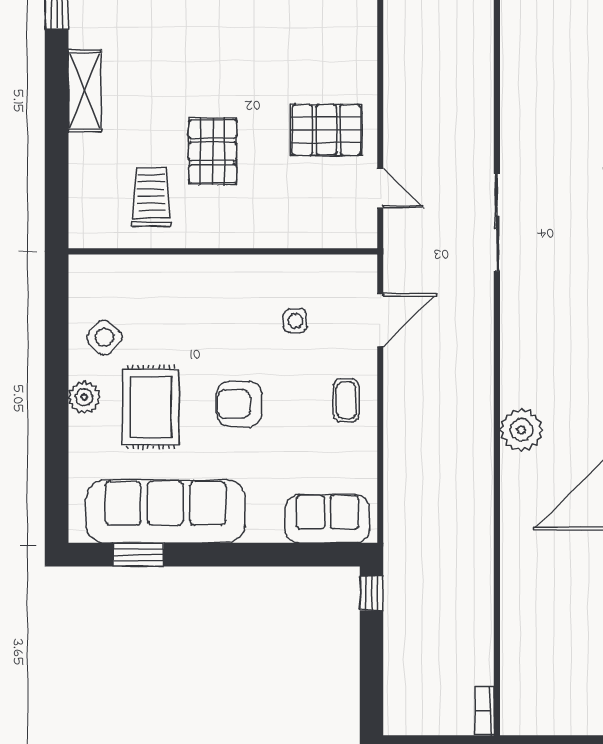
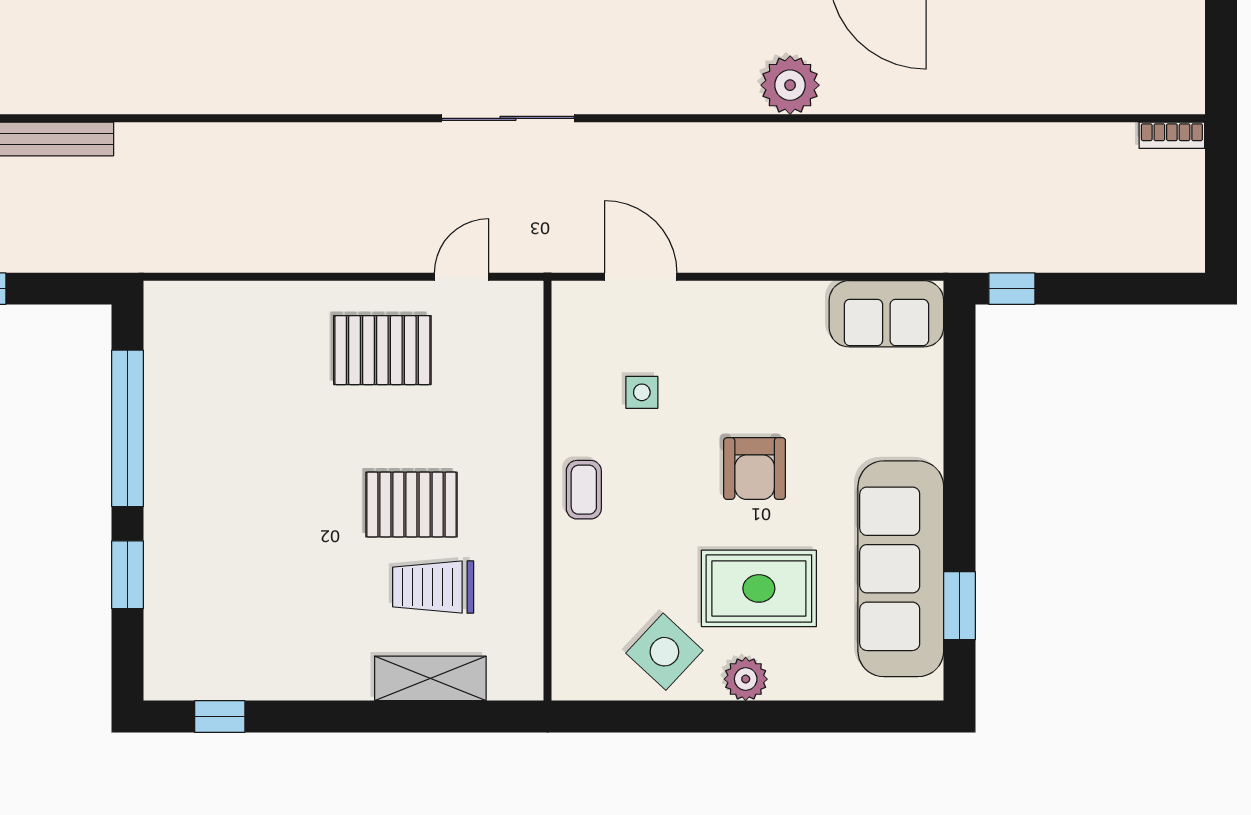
shelving: (85, 91) -> (430, 678), moved
pallet: (326, 130) -> (382, 350), turned 90
trolley: (151, 197) -> (433, 587), moved
side table: (104, 337) -> (664, 652), width x1.37, depth x1.37
coffee table: (346, 400) -> (584, 490), moved, turned 90
sofa: (327, 519) -> (886, 314), moved, turned -90

